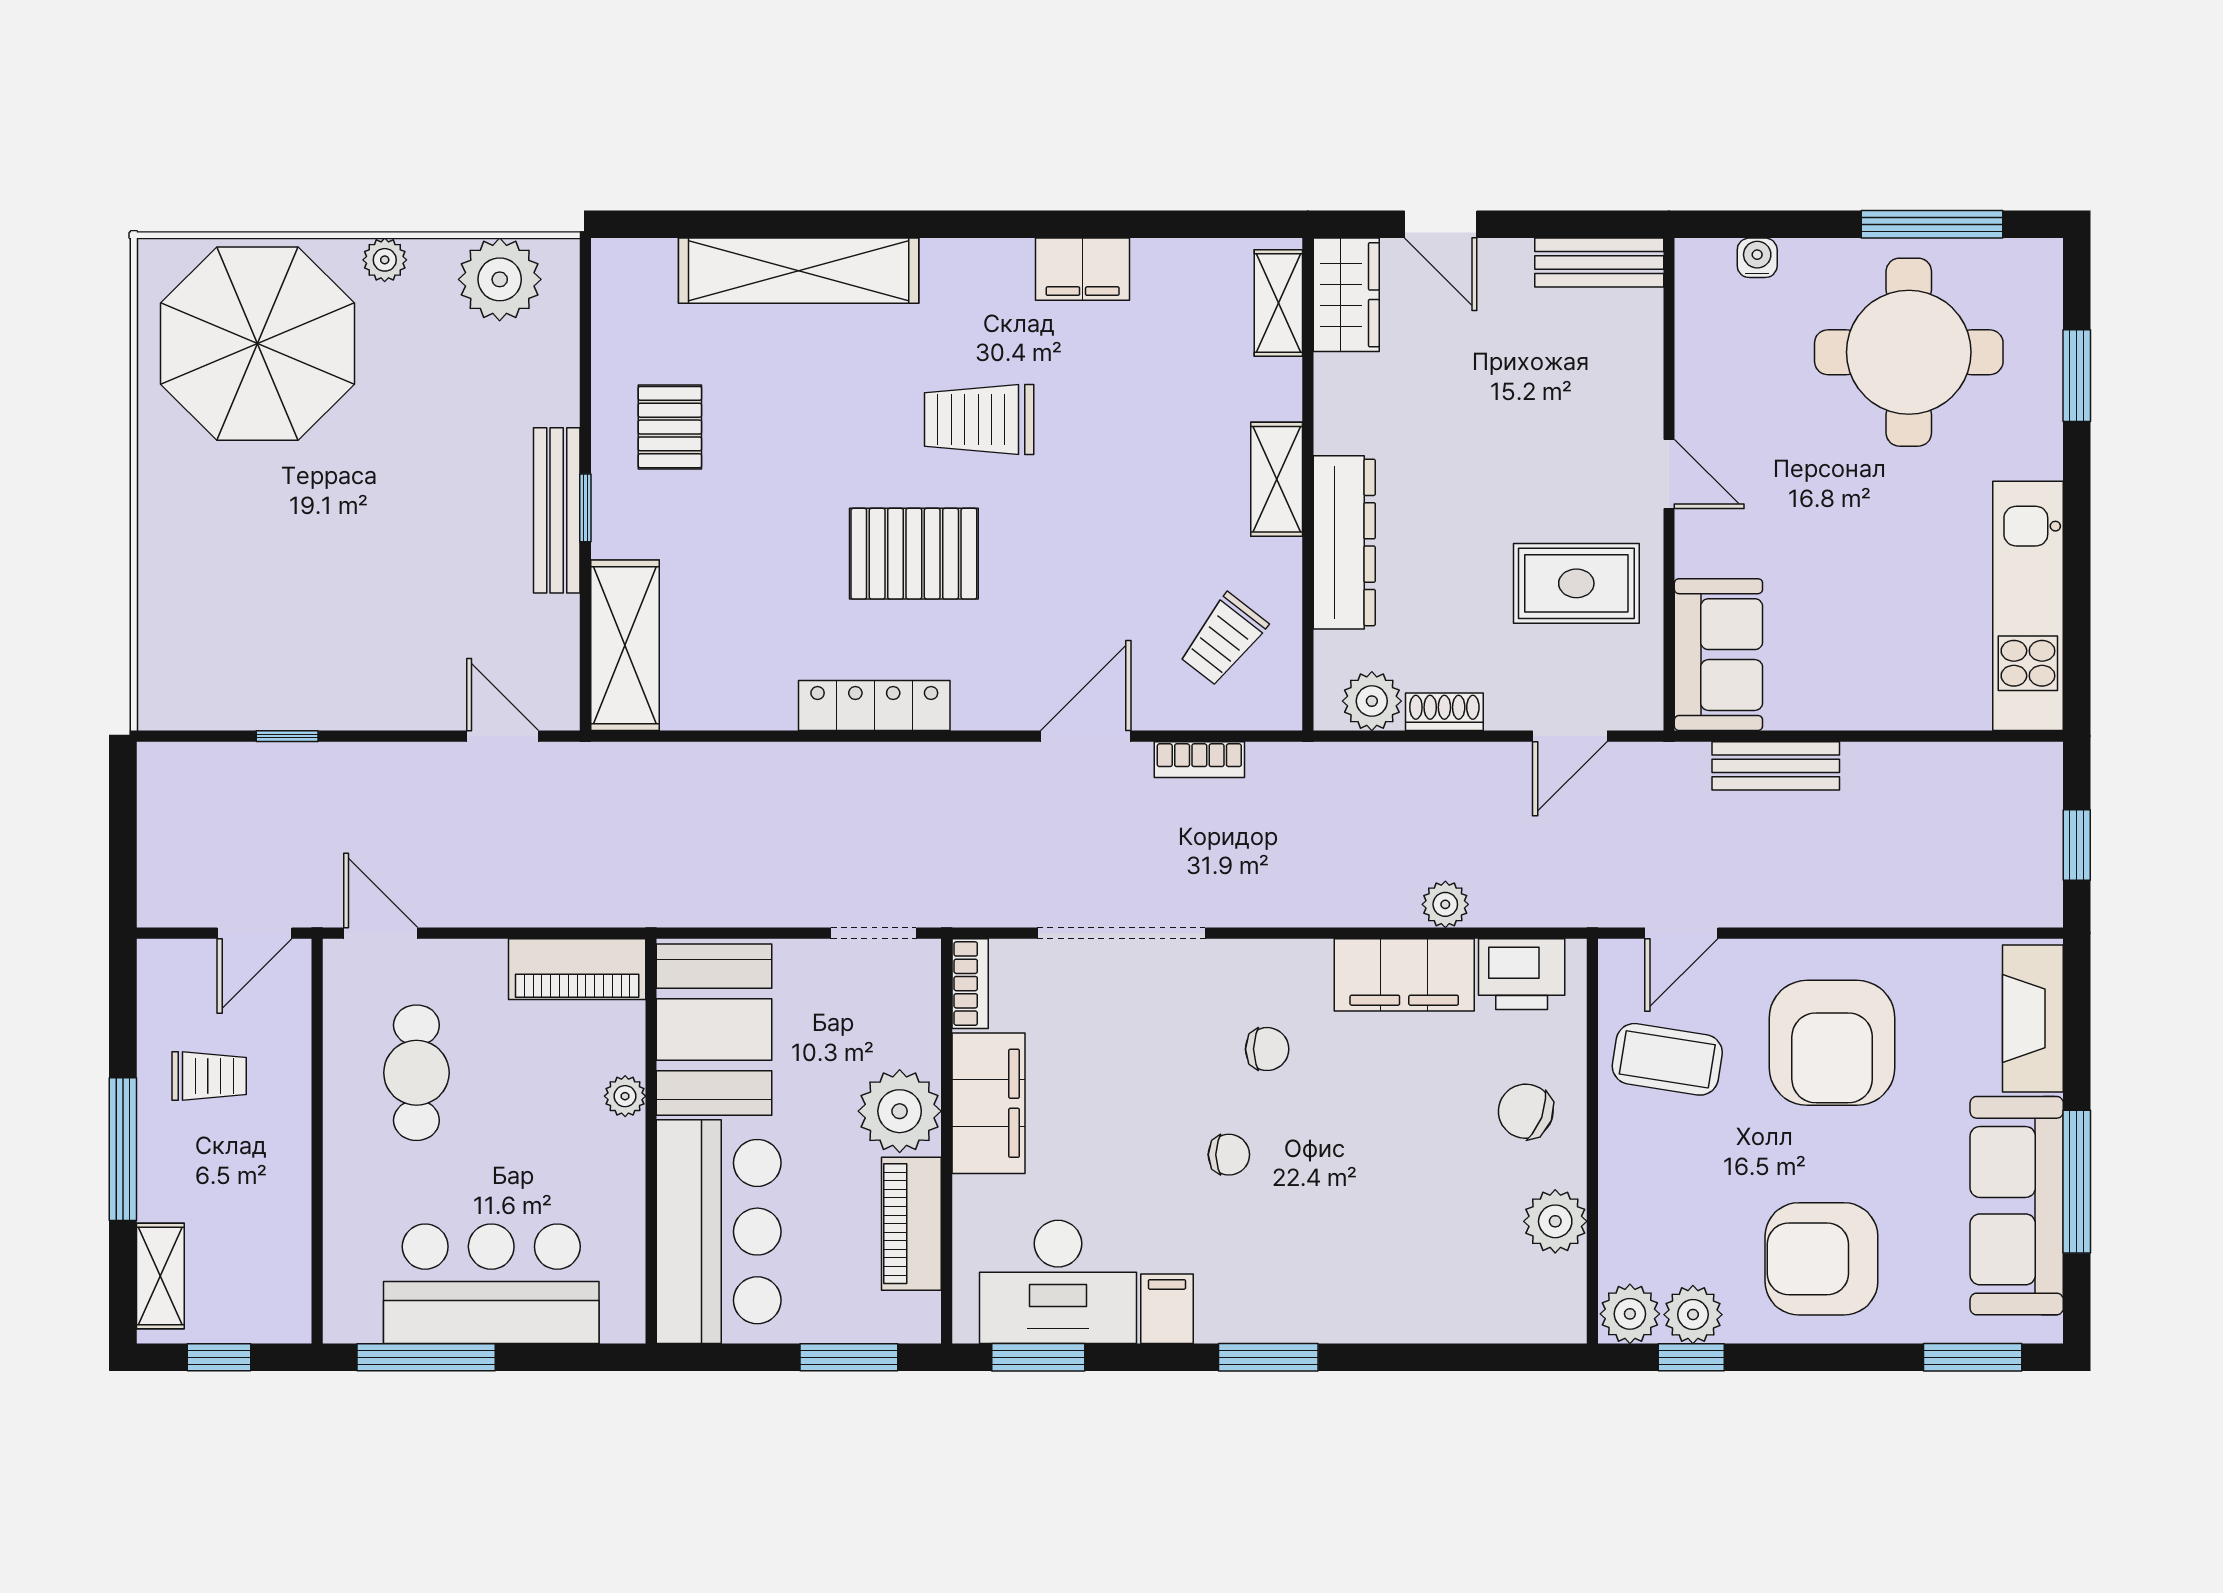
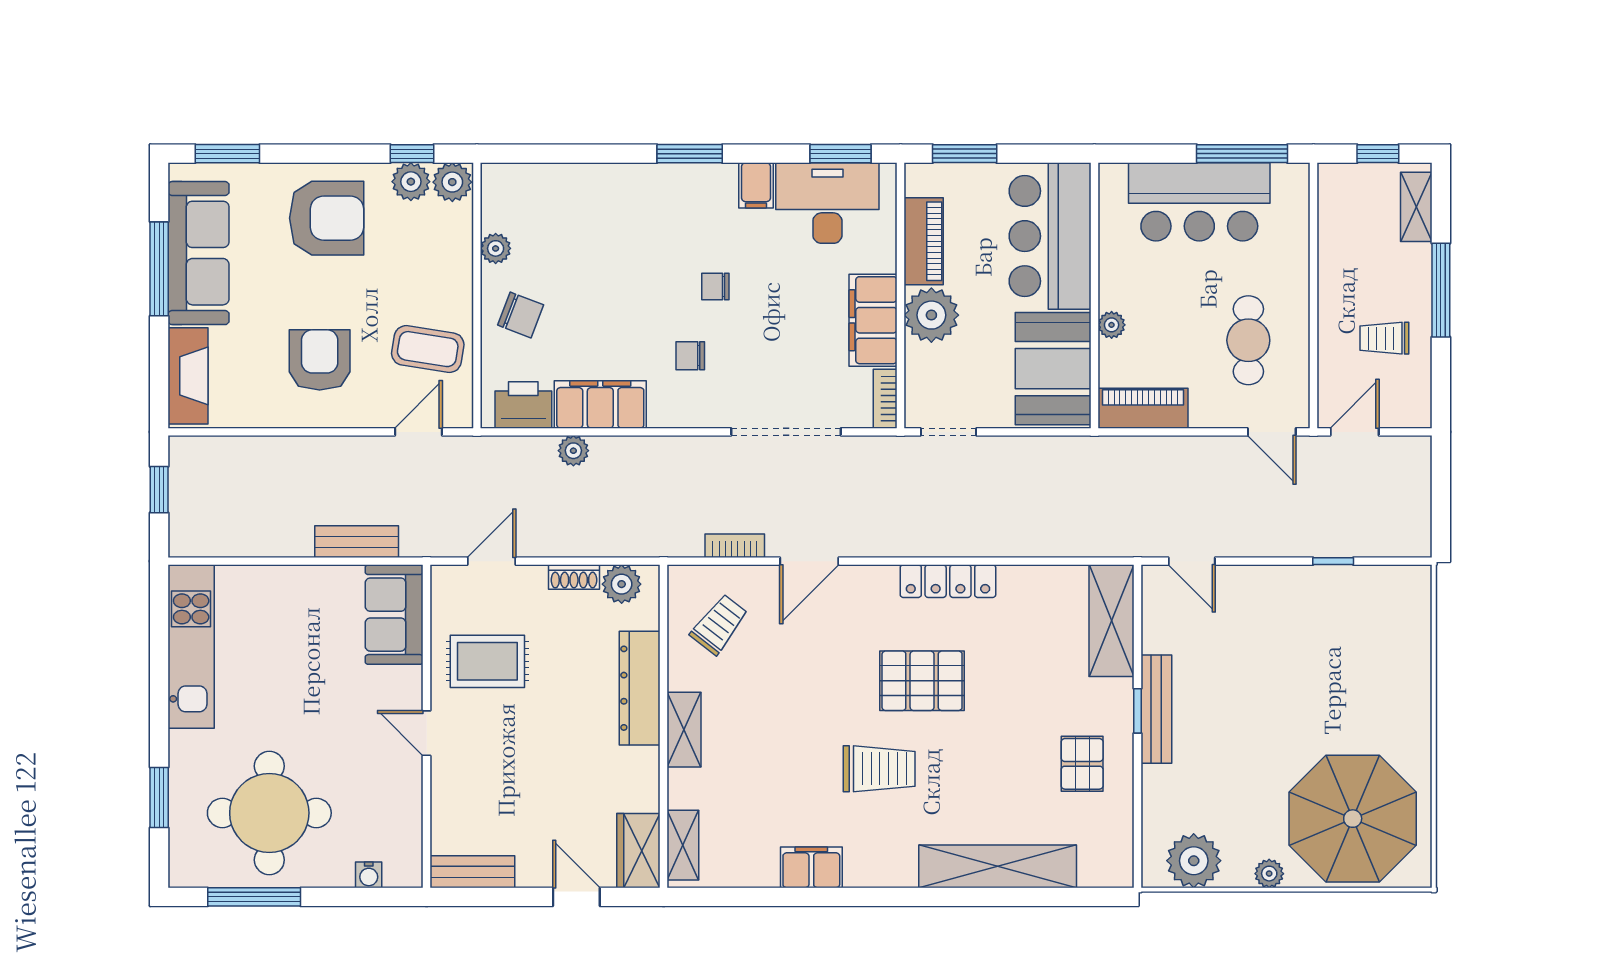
armchair: (1832, 1043) -> (320, 360), width x0.73, depth x0.73
plant: (1555, 1221) -> (496, 248), width x0.73, depth x0.73

